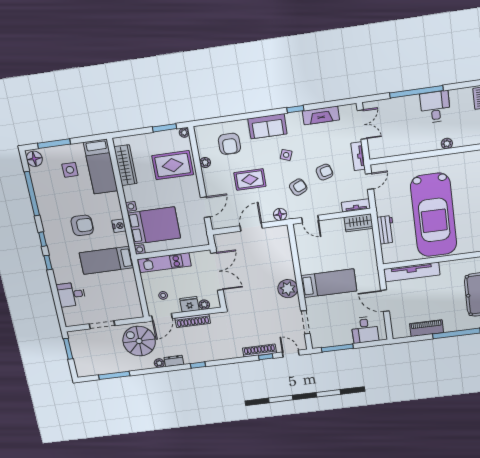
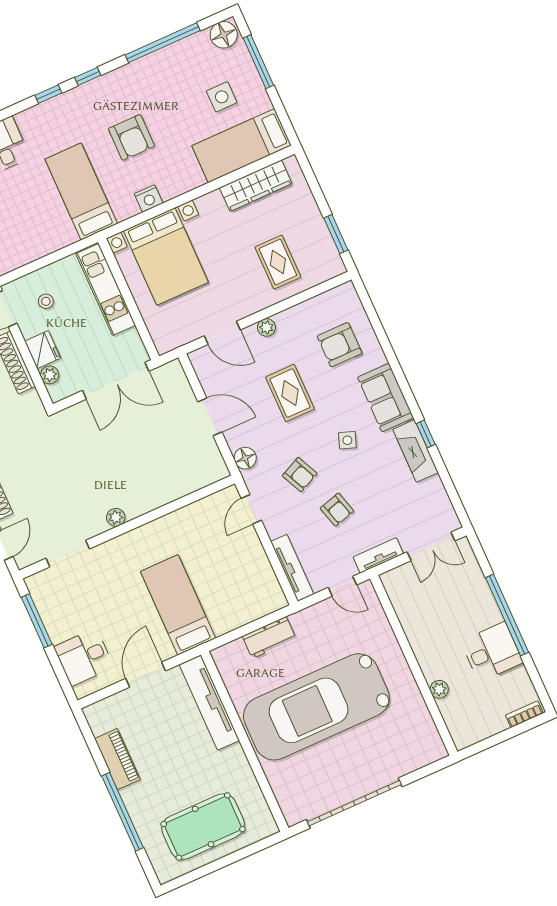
fireplace: (321, 115) -> (415, 451), moved
plant: (184, 133) -> (337, 267), removed
plant: (205, 163) -> (266, 327), moved
rug: (173, 165) -> (278, 262), width x0.73, depth x0.70
tv unit: (356, 205) -> (292, 568), width x1.41
wardrobe: (358, 223) -> (268, 590), removed
bed: (329, 283) -> (178, 605), moved, turned 180
plant: (288, 289) -> (116, 517), width x0.53, depth x0.53

